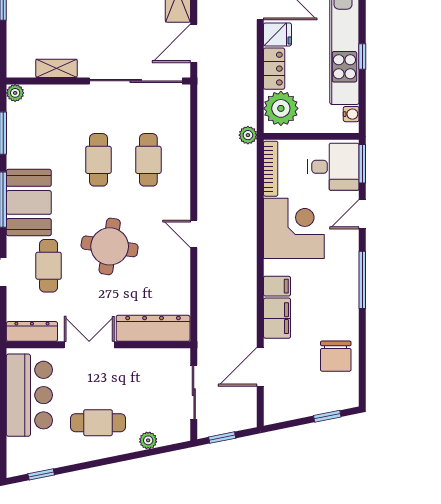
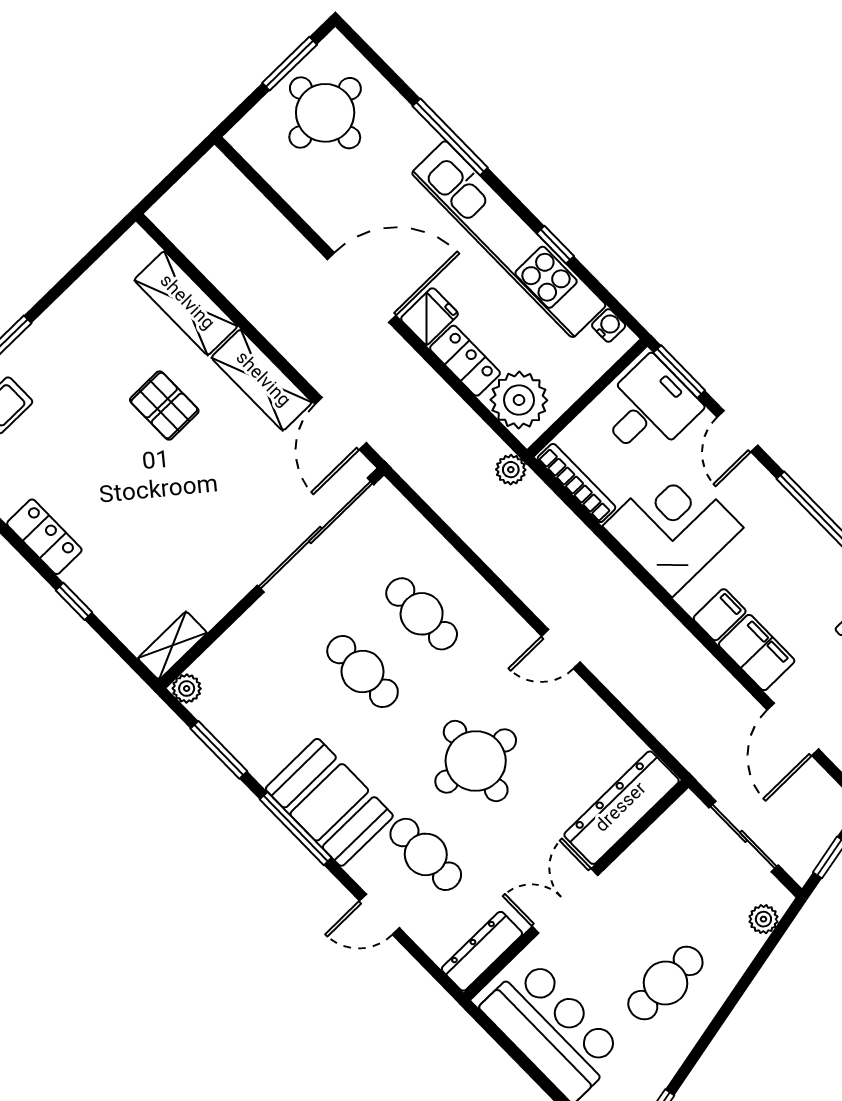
shelving: (56, 68) -> (172, 646), moved
plant: (148, 440) -> (763, 919), moved

